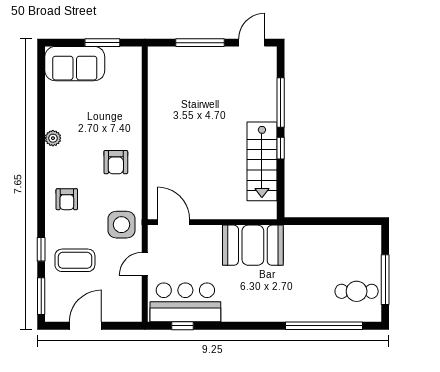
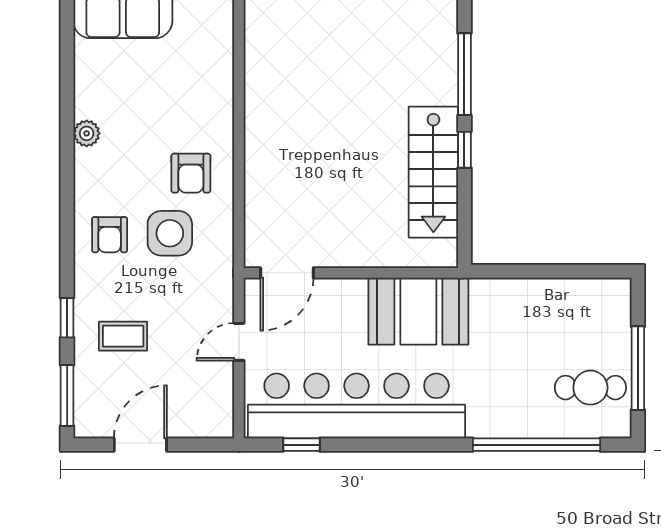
door: (174, 222) -> (287, 273), swing flipped
side table: (121, 225) -> (170, 233), moved
coffee table: (75, 260) -> (123, 336), width x0.73, depth x0.77
bar counter: (185, 302) -> (357, 406), width x1.86

